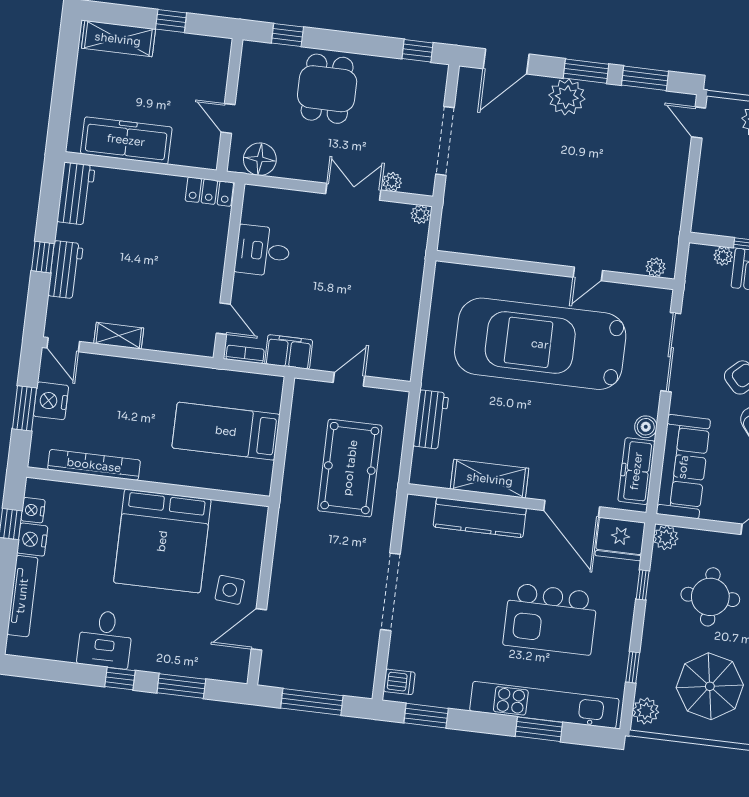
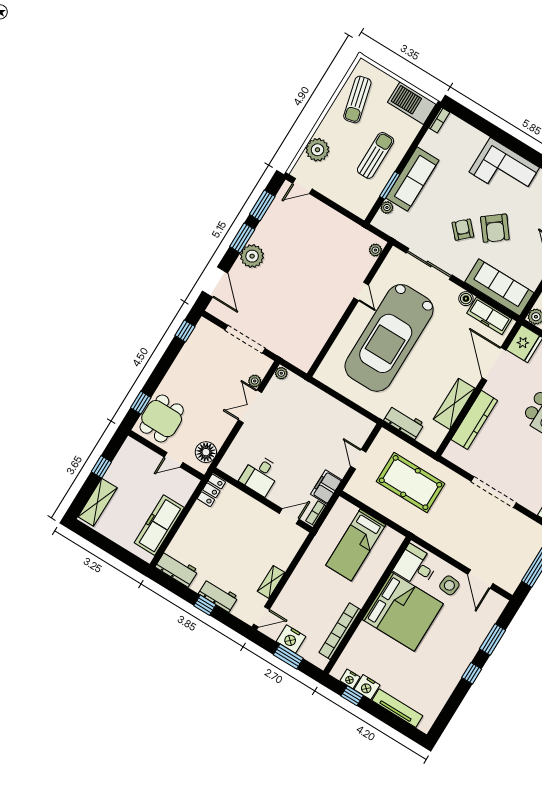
dining table: (327, 89) -> (162, 419), moved, turned 90
door: (572, 509) -> (494, 364), swing flipped
desk: (105, 639) -> (416, 566), moved, turned 180

